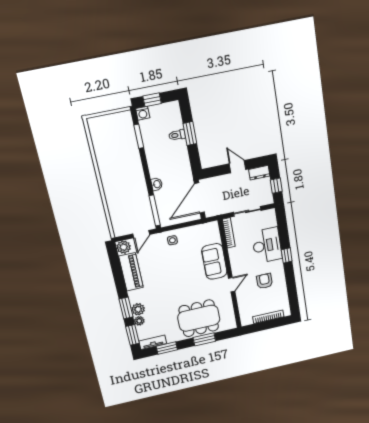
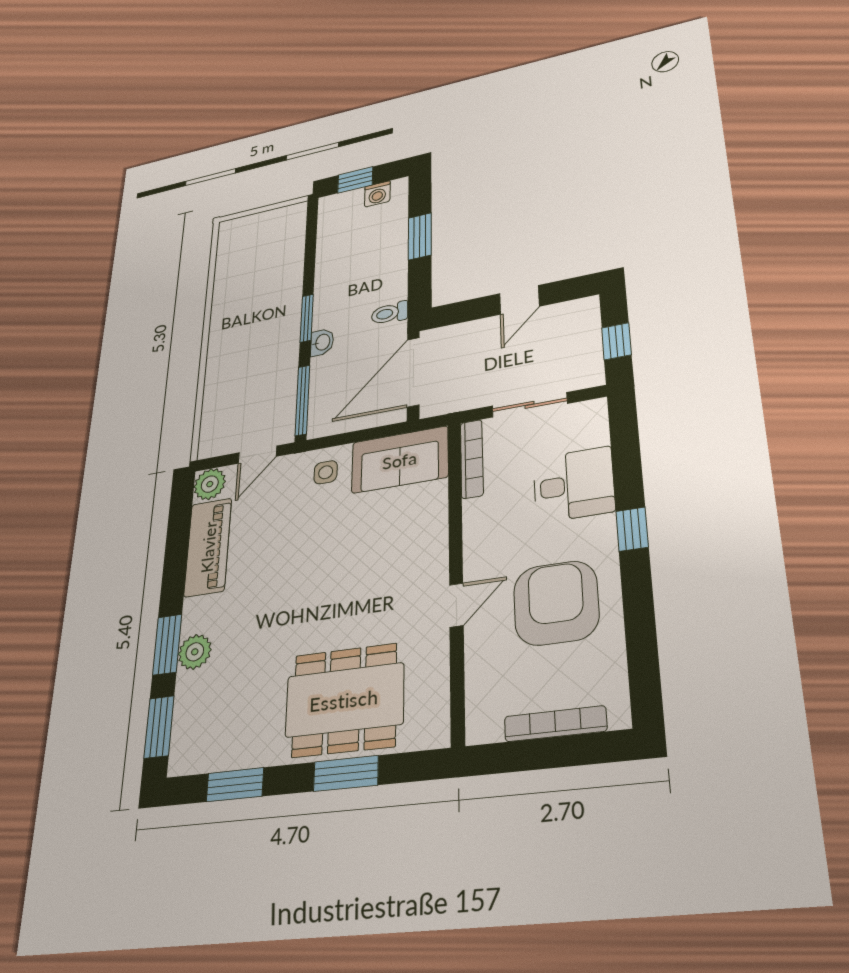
washing machine: (143, 113) -> (377, 194), moved
toilet: (177, 135) -> (390, 313), moved
window: (139, 136) -> (307, 318), moved
door: (238, 167) -> (519, 300), swing flipped
dresser: (259, 173) -> (574, 312), removed
desk: (267, 245) -> (574, 485), width x0.73
sofa: (214, 261) -> (400, 460), moved, turned -90
armchair: (265, 281) -> (556, 603), width x1.88, depth x1.88
plant: (139, 321) -> (188, 686), removed
tv unit: (153, 342) -> (203, 759), removed

